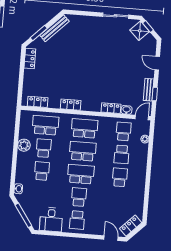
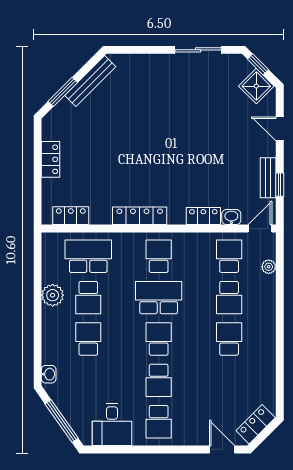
shower: (140, 31) -> (256, 86), moved
locker: (30, 58) -> (51, 159), moved
locker: (71, 105) -> (140, 216), width x1.53
school desk: (84, 128) -> (159, 256), width x0.54
school desk: (44, 148) -> (88, 298), turned 180
school desk: (81, 174) -> (159, 339), width x0.54
school desk: (79, 197) -> (159, 380), turned 180

